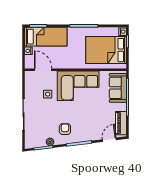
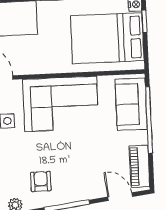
door: (109, 140) -> (120, 197), hinge flipped

